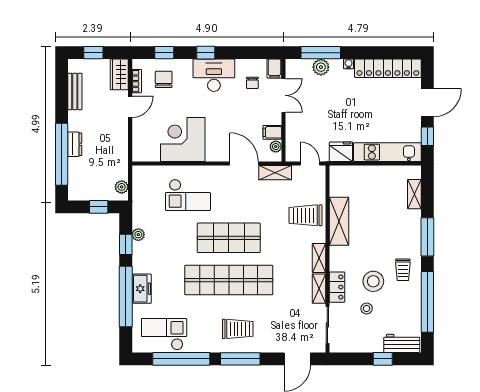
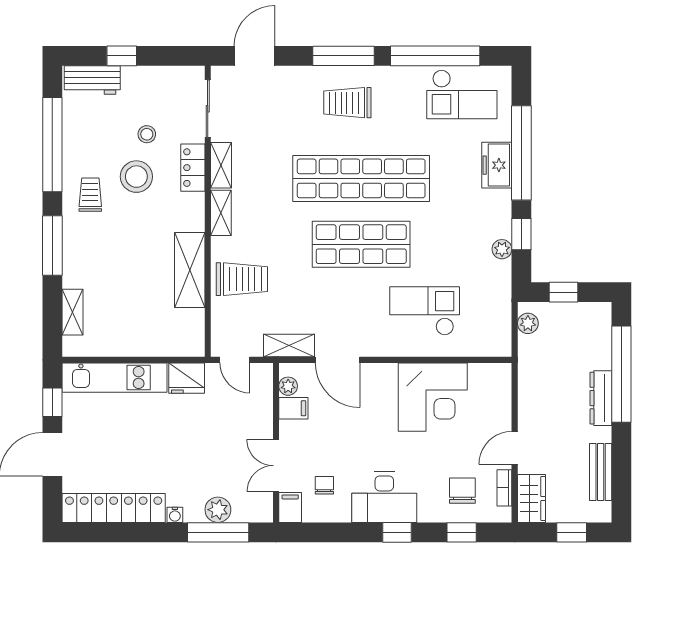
chair: (164, 79) -> (462, 491), turned 180
dresser: (75, 144) -> (601, 398), width x1.44

